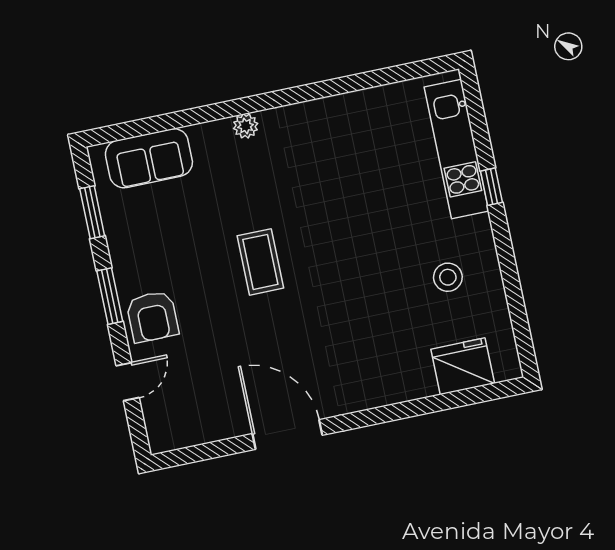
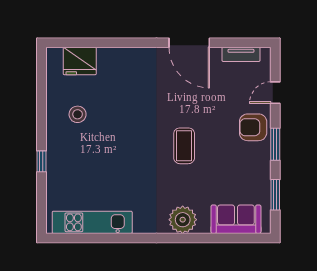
plant: (246, 126) -> (183, 220), width x1.88, depth x1.88
kitchen unit: (457, 149) -> (92, 222), moved, turned -90
armchair: (152, 317) -> (253, 127), turned -90
tv unit: (198, 433) -> (241, 54), added

